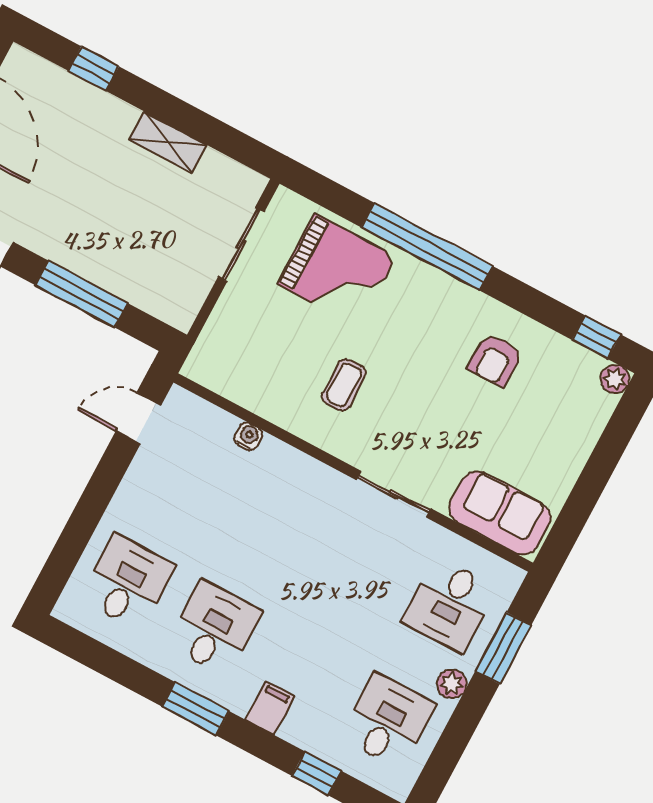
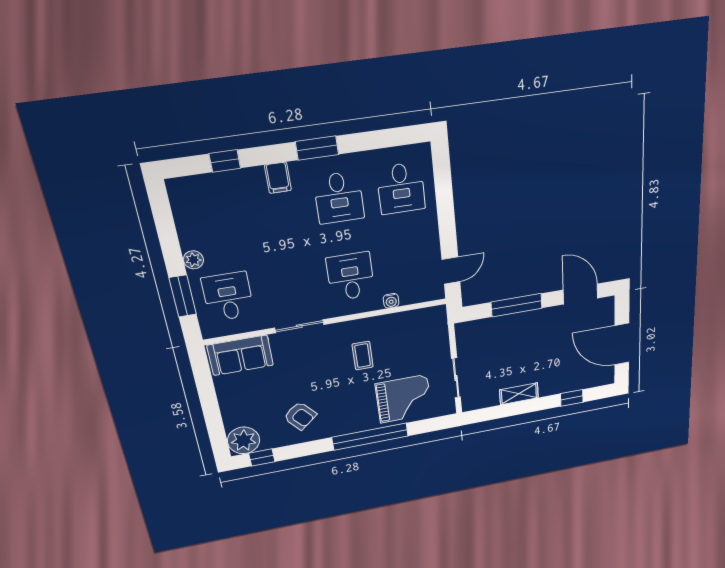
grand piano: (337, 270) -> (404, 399), turned 180
armchair: (495, 360) -> (300, 416), turned 140
plant: (615, 379) -> (244, 440), width x1.87, depth x1.87
desk: (388, 721) -> (351, 277), moved, turned 180

